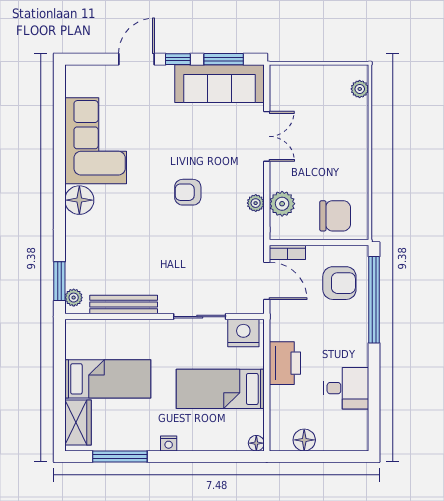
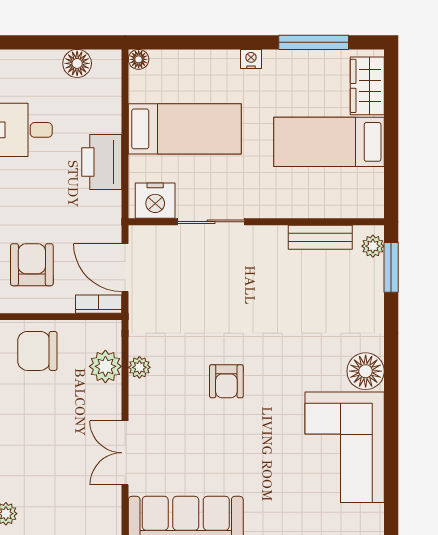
armchair: (188, 192) -> (226, 381), turned 90
armchair: (339, 283) -> (32, 265), turned 90
bench: (124, 304) -> (320, 237), width x0.73

